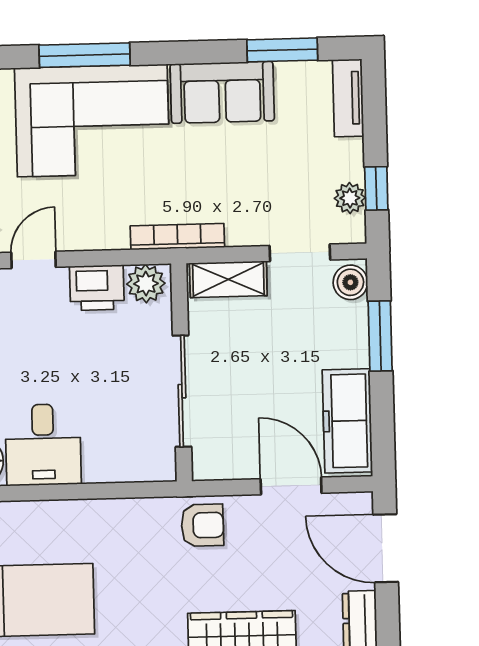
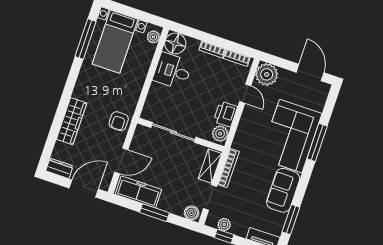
bookcase: (177, 237) -> (228, 168), moved
window: (380, 336) -> (154, 213), moved

